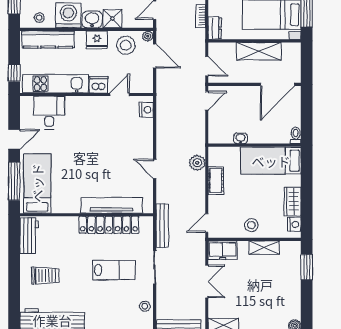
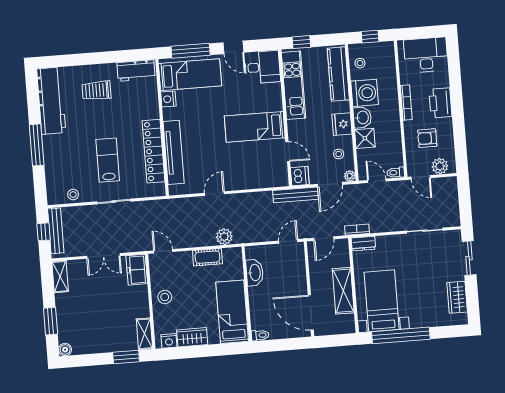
bookcase: (201, 16) -> (357, 230), moved
stool: (126, 45) -> (339, 154), width x0.53, depth x0.53
dishwasher: (99, 85) -> (300, 176), moved
door: (207, 101) -> (288, 241), swing flipped
nightstand: (146, 110) -> (168, 99), moved, turned 90
desk: (49, 113) -> (262, 67), moved
bed: (93, 125) -> (255, 127), added
washbasin: (241, 138) -> (255, 273), width x1.91, depth x1.45
bench: (162, 226) -> (295, 195), moved
shelving: (264, 248) -> (144, 334), moved
lab bench: (114, 270) -> (108, 160), turned 180
trolley: (45, 276) -> (96, 90), turned 90

